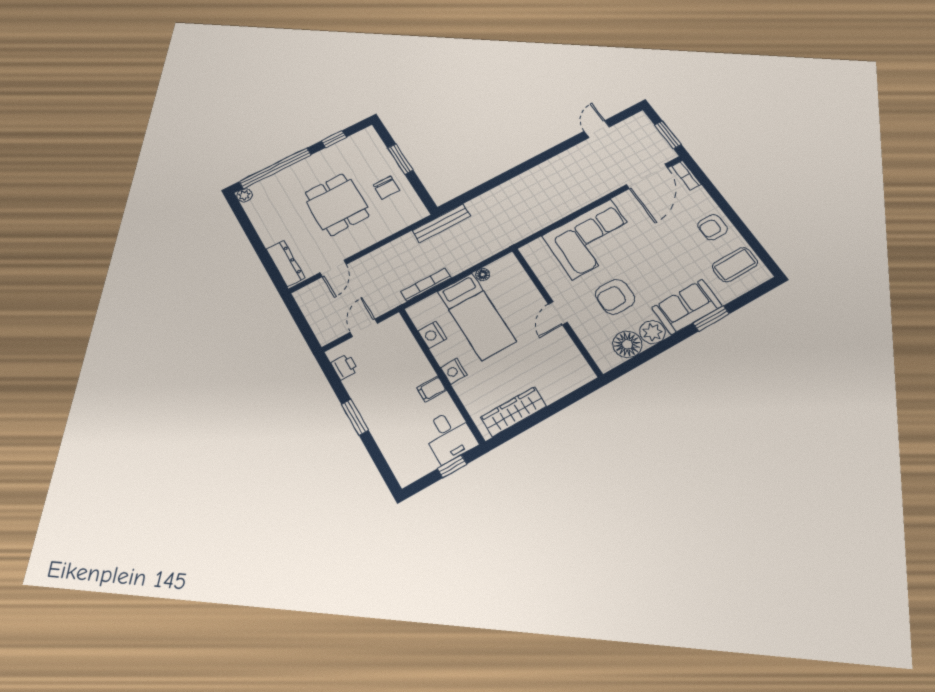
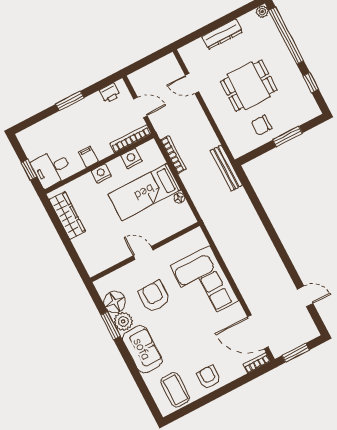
dresser: (285, 263) -> (222, 34), moved
window: (711, 318) -> (110, 326), moved
bookcase: (406, 337) -> (131, 139), added

